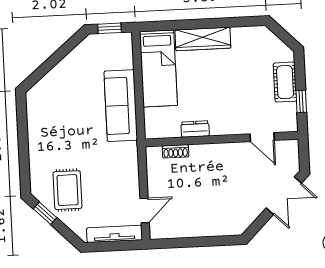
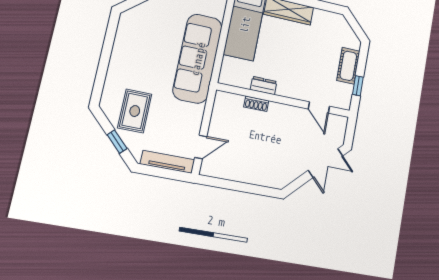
sofa: (121, 106) -> (198, 59), width x1.36, depth x1.27
shoe rack: (176, 151) -> (256, 104), moved
window: (45, 213) -> (117, 142), moved

